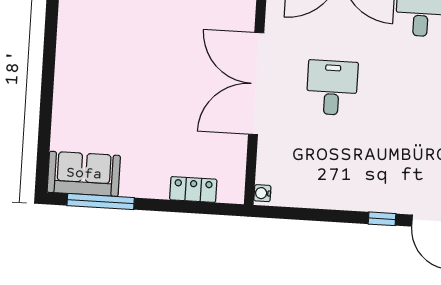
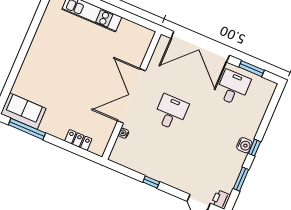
water cooler: (262, 193) -> (123, 133), moved
window: (382, 219) -> (151, 182), moved

